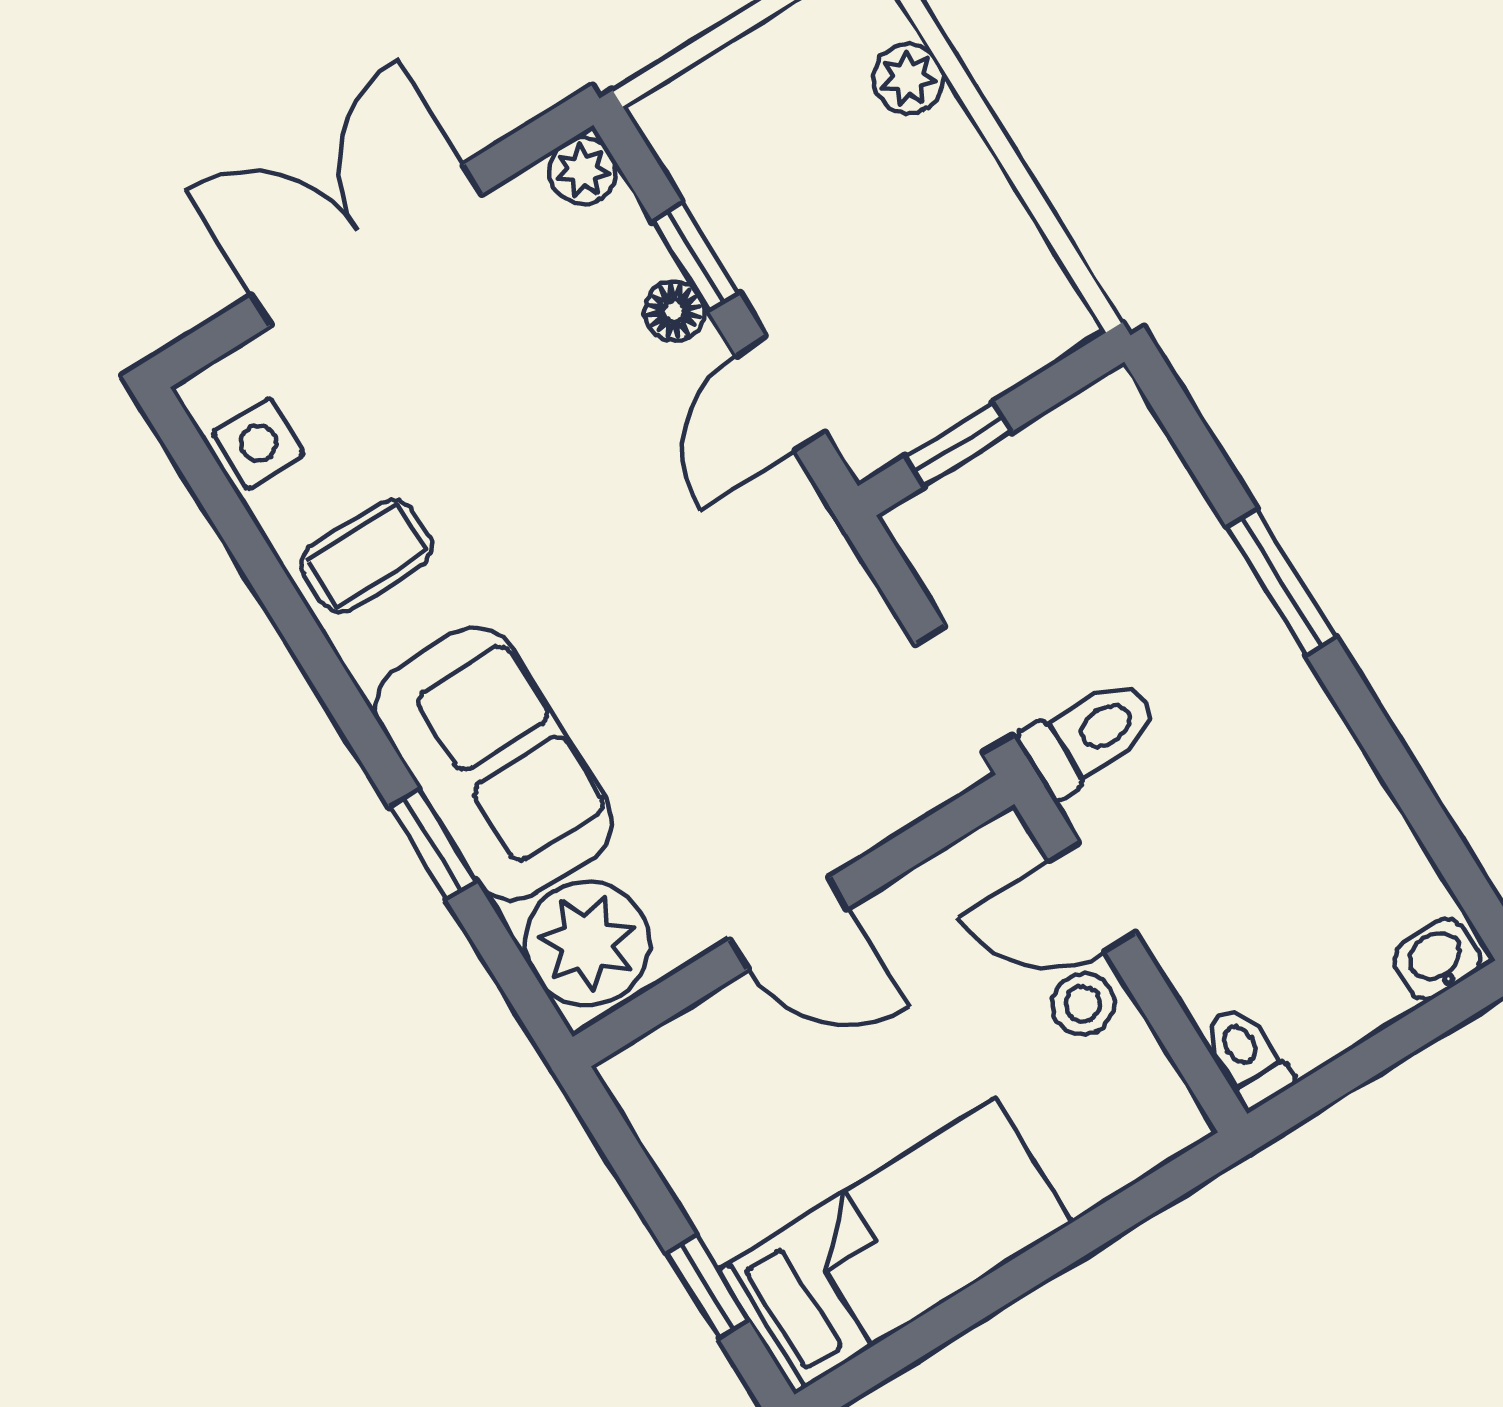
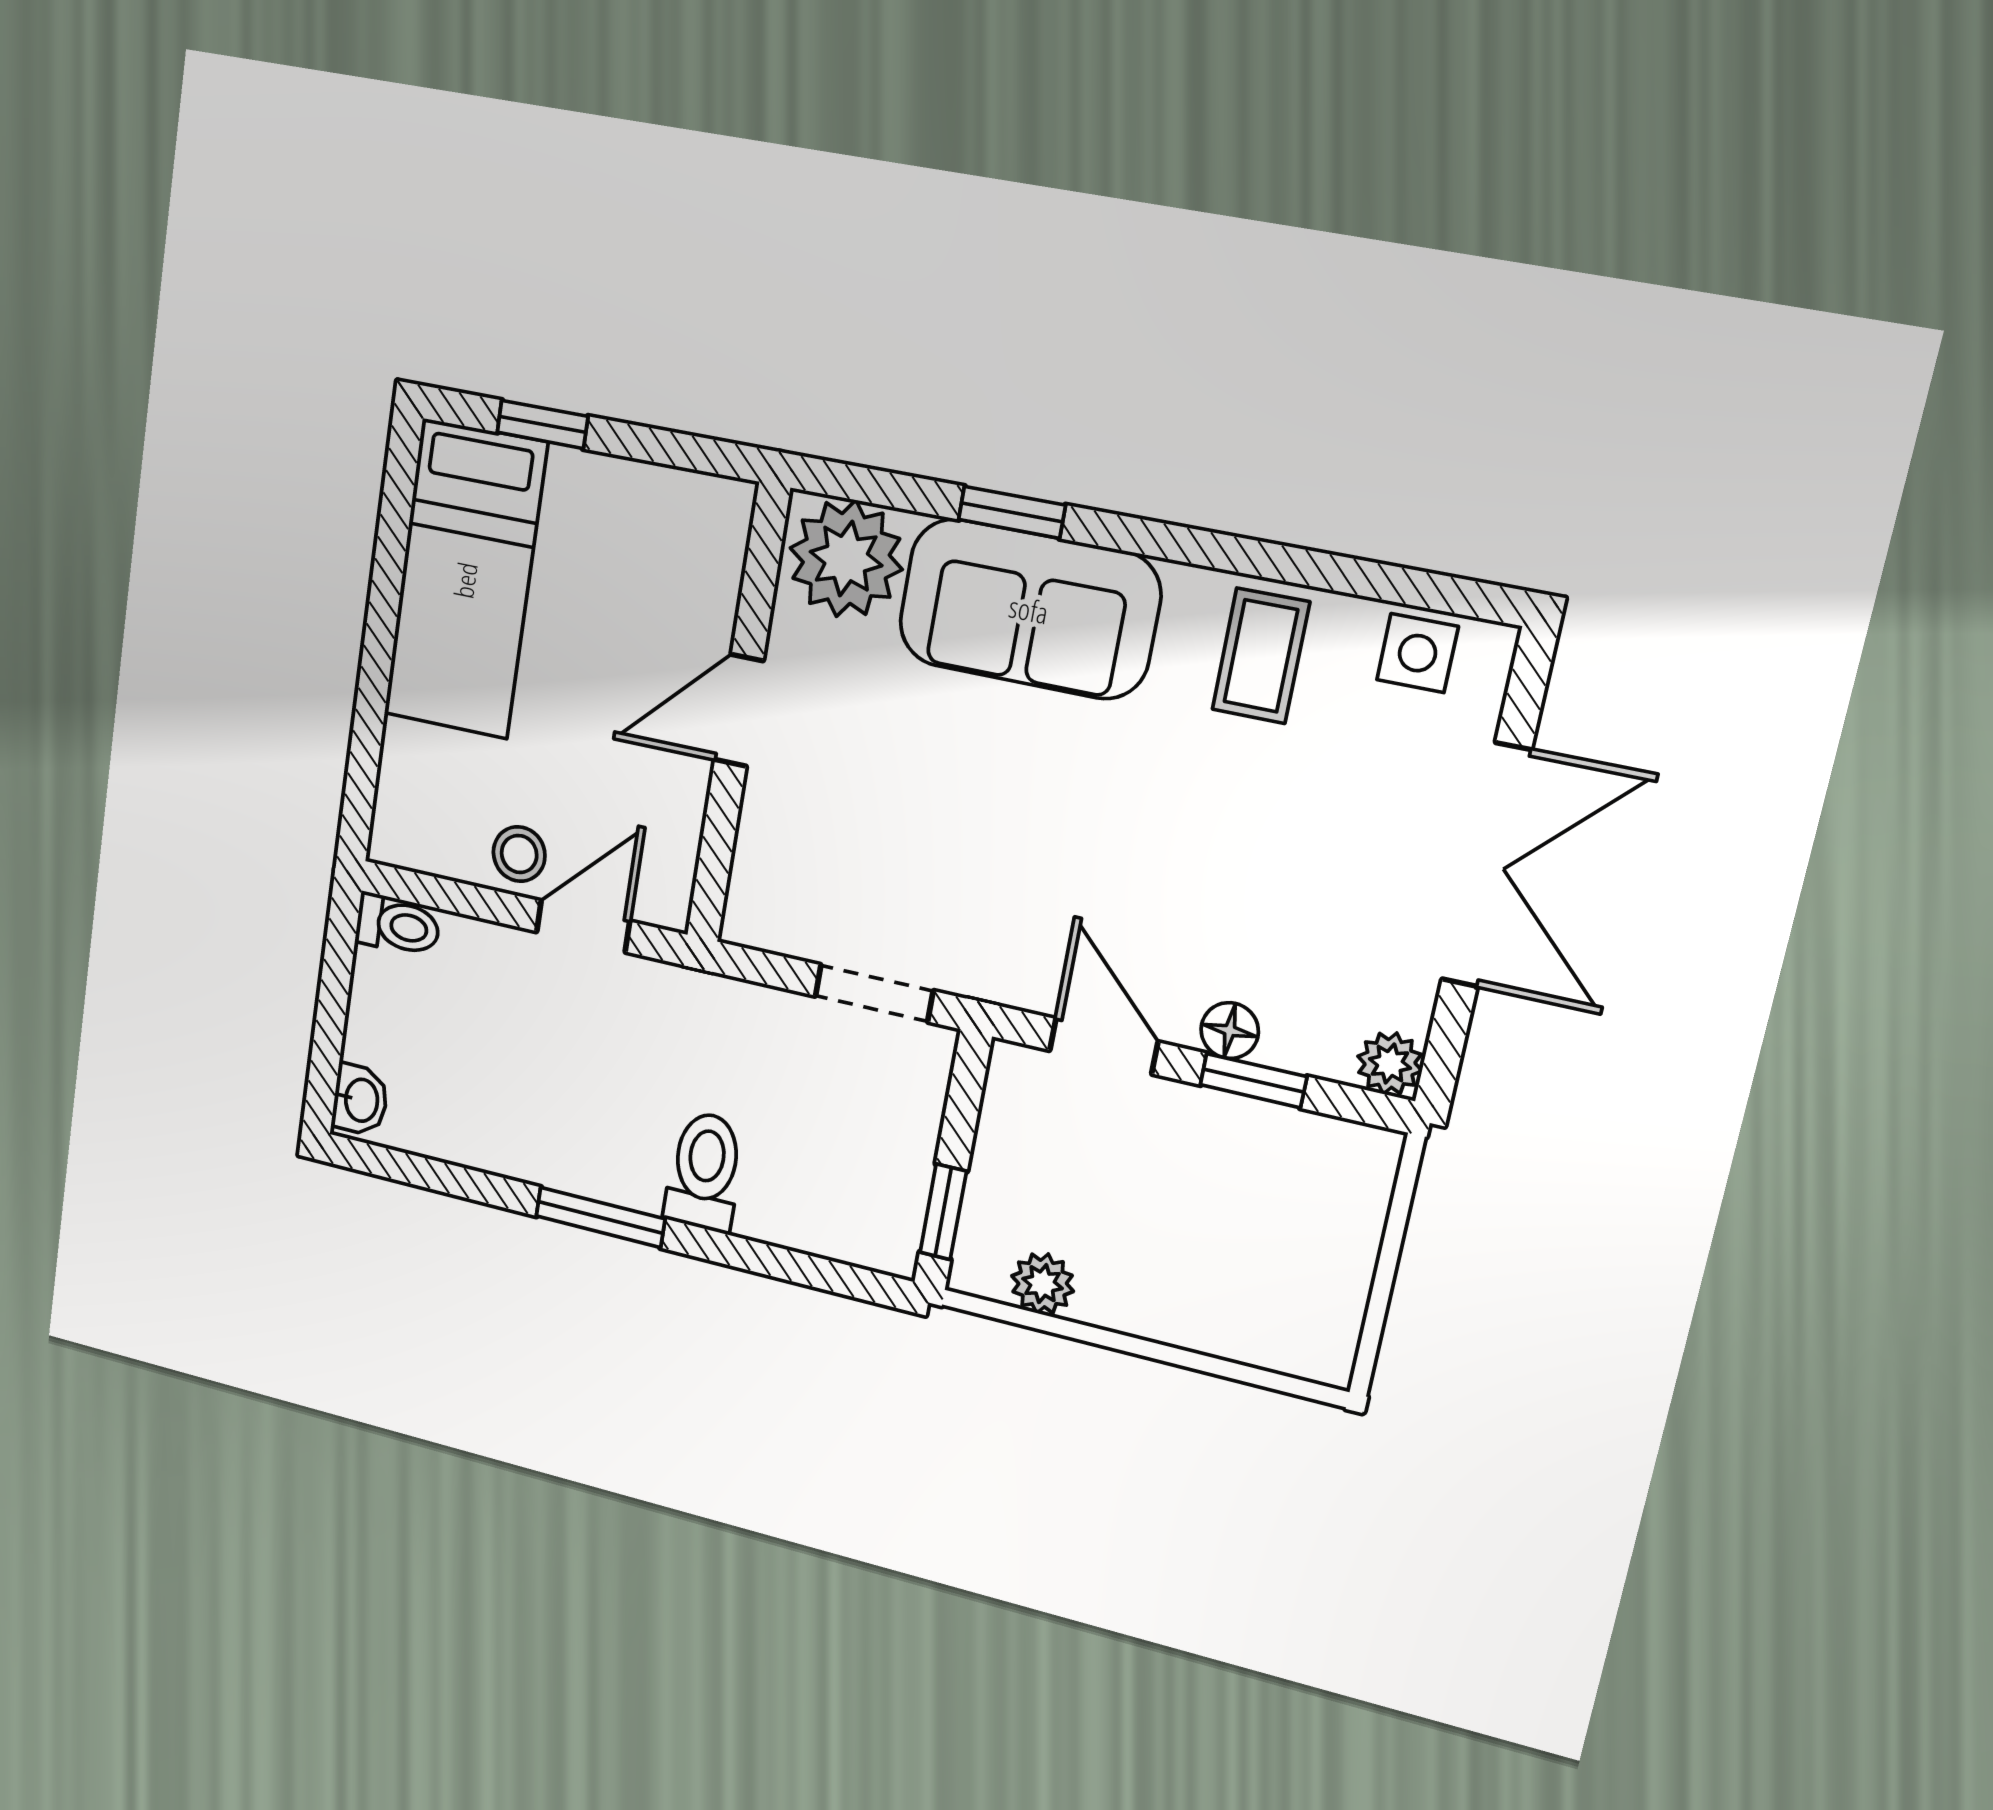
plant: (908, 79) -> (1043, 1284), moved
window: (958, 444) -> (943, 1212), moved
window: (1281, 582) -> (600, 1217), moved
doorway: (964, 690) -> (874, 993), moved
toilet: (1090, 736) -> (705, 1171), moved, turned 180

